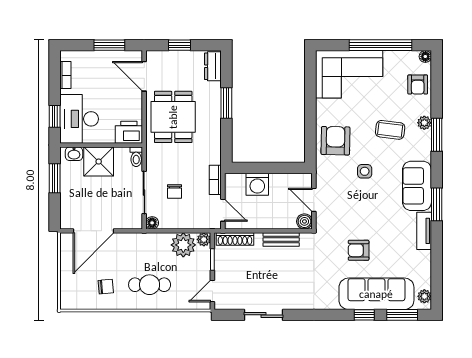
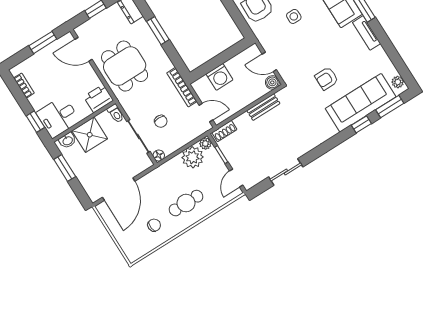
desk: (79, 119) -> (58, 117), width x0.73
bookcase: (215, 180) -> (182, 87), width x1.56
shoe rack: (235, 239) -> (224, 131), width x0.70

